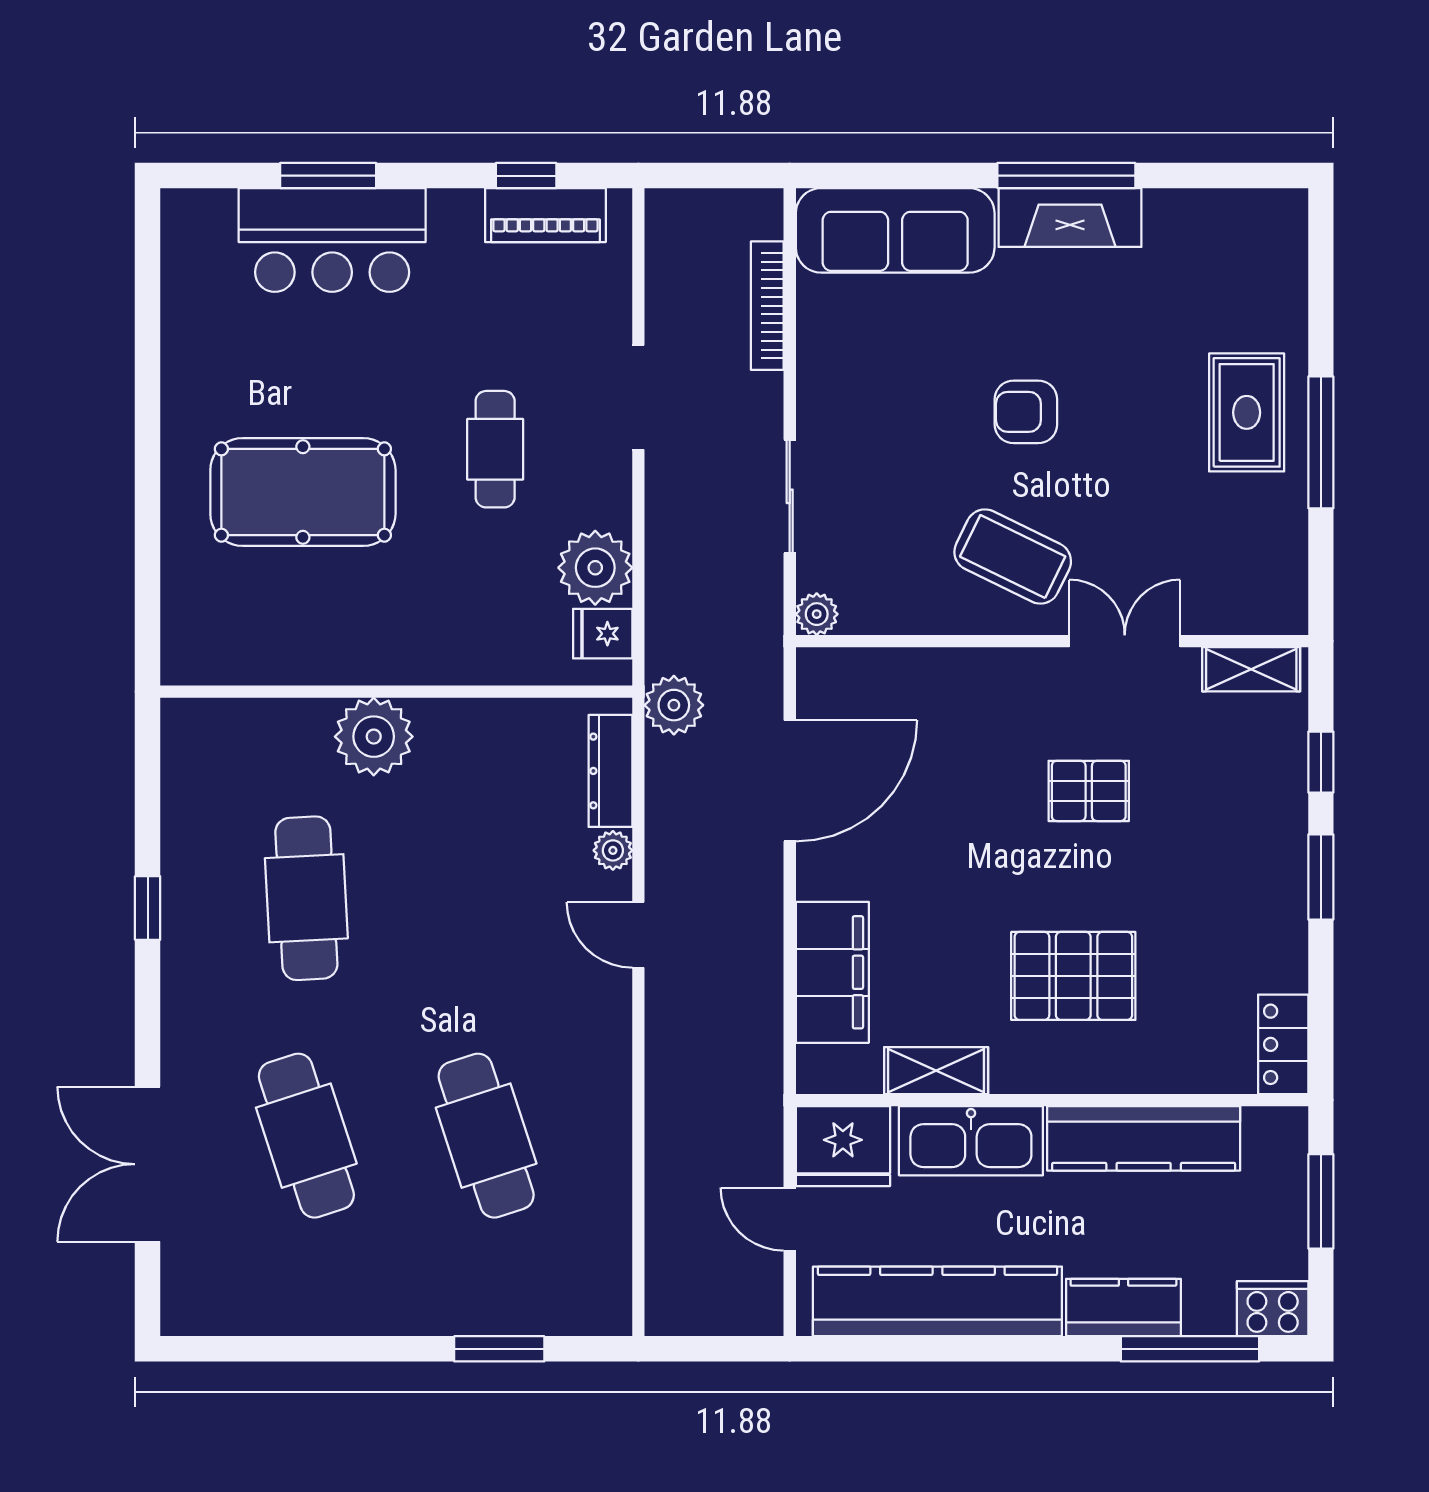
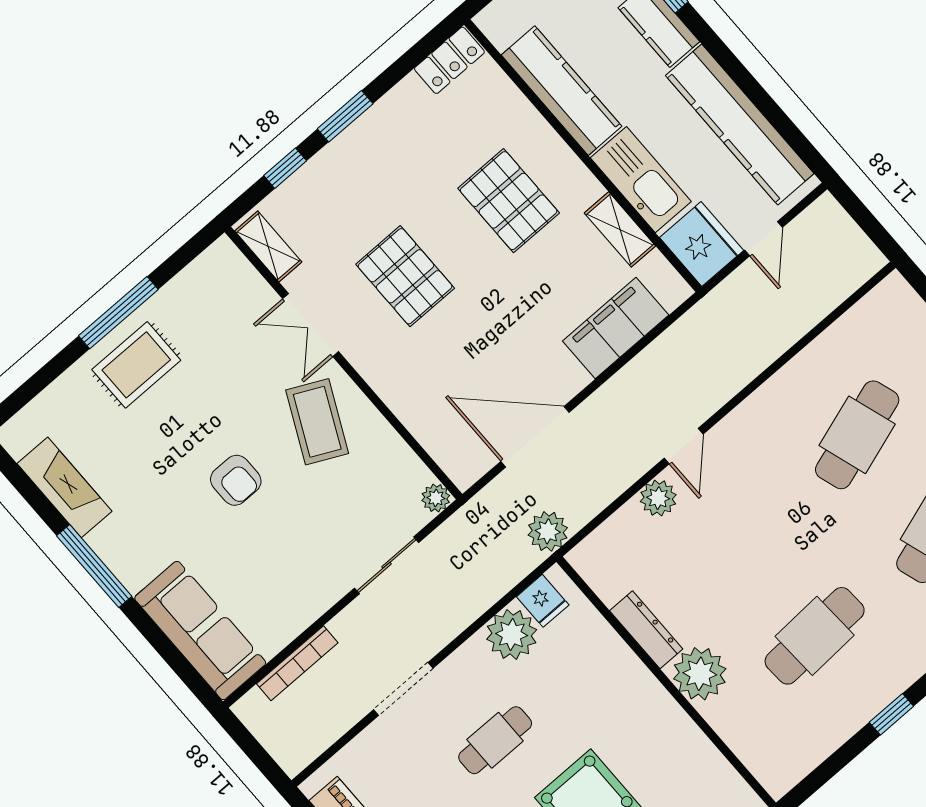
fireplace: (1070, 217) -> (64, 487), moved
dresser: (610, 771) -> (646, 630), moved, turned -90
pallet: (1089, 791) -> (405, 276), width x1.50, depth x1.42
plant: (613, 850) -> (658, 498), width x1.38, depth x1.38

